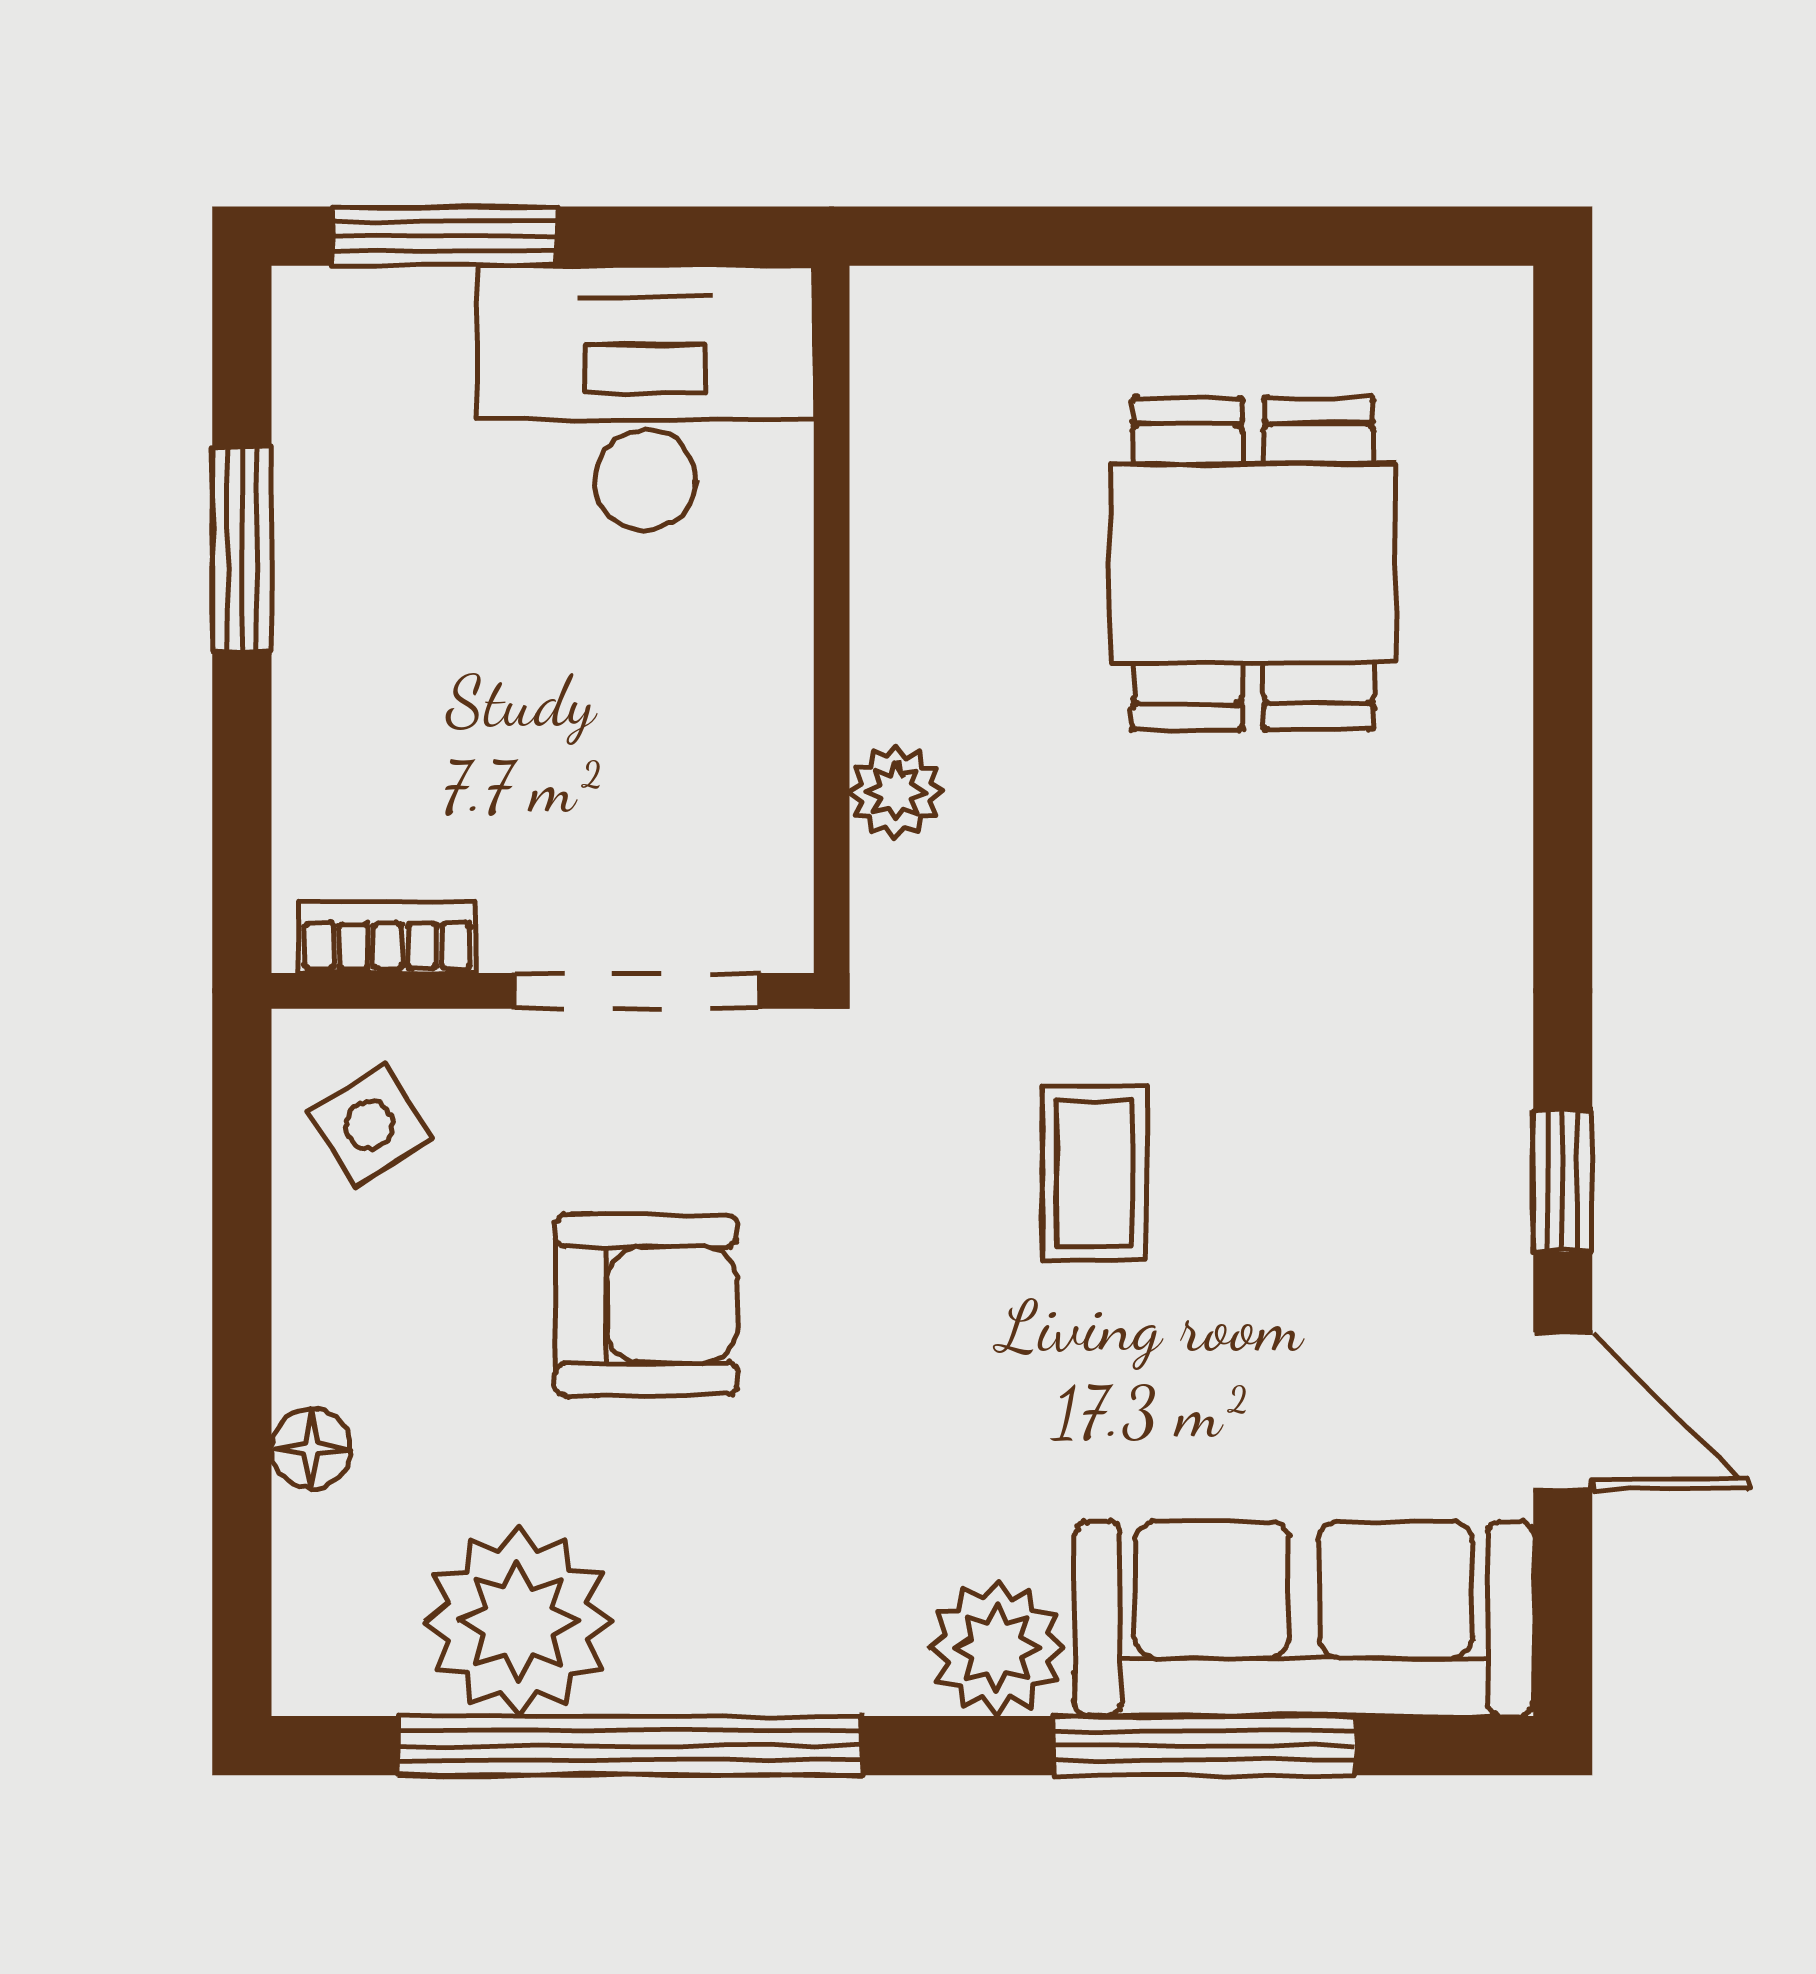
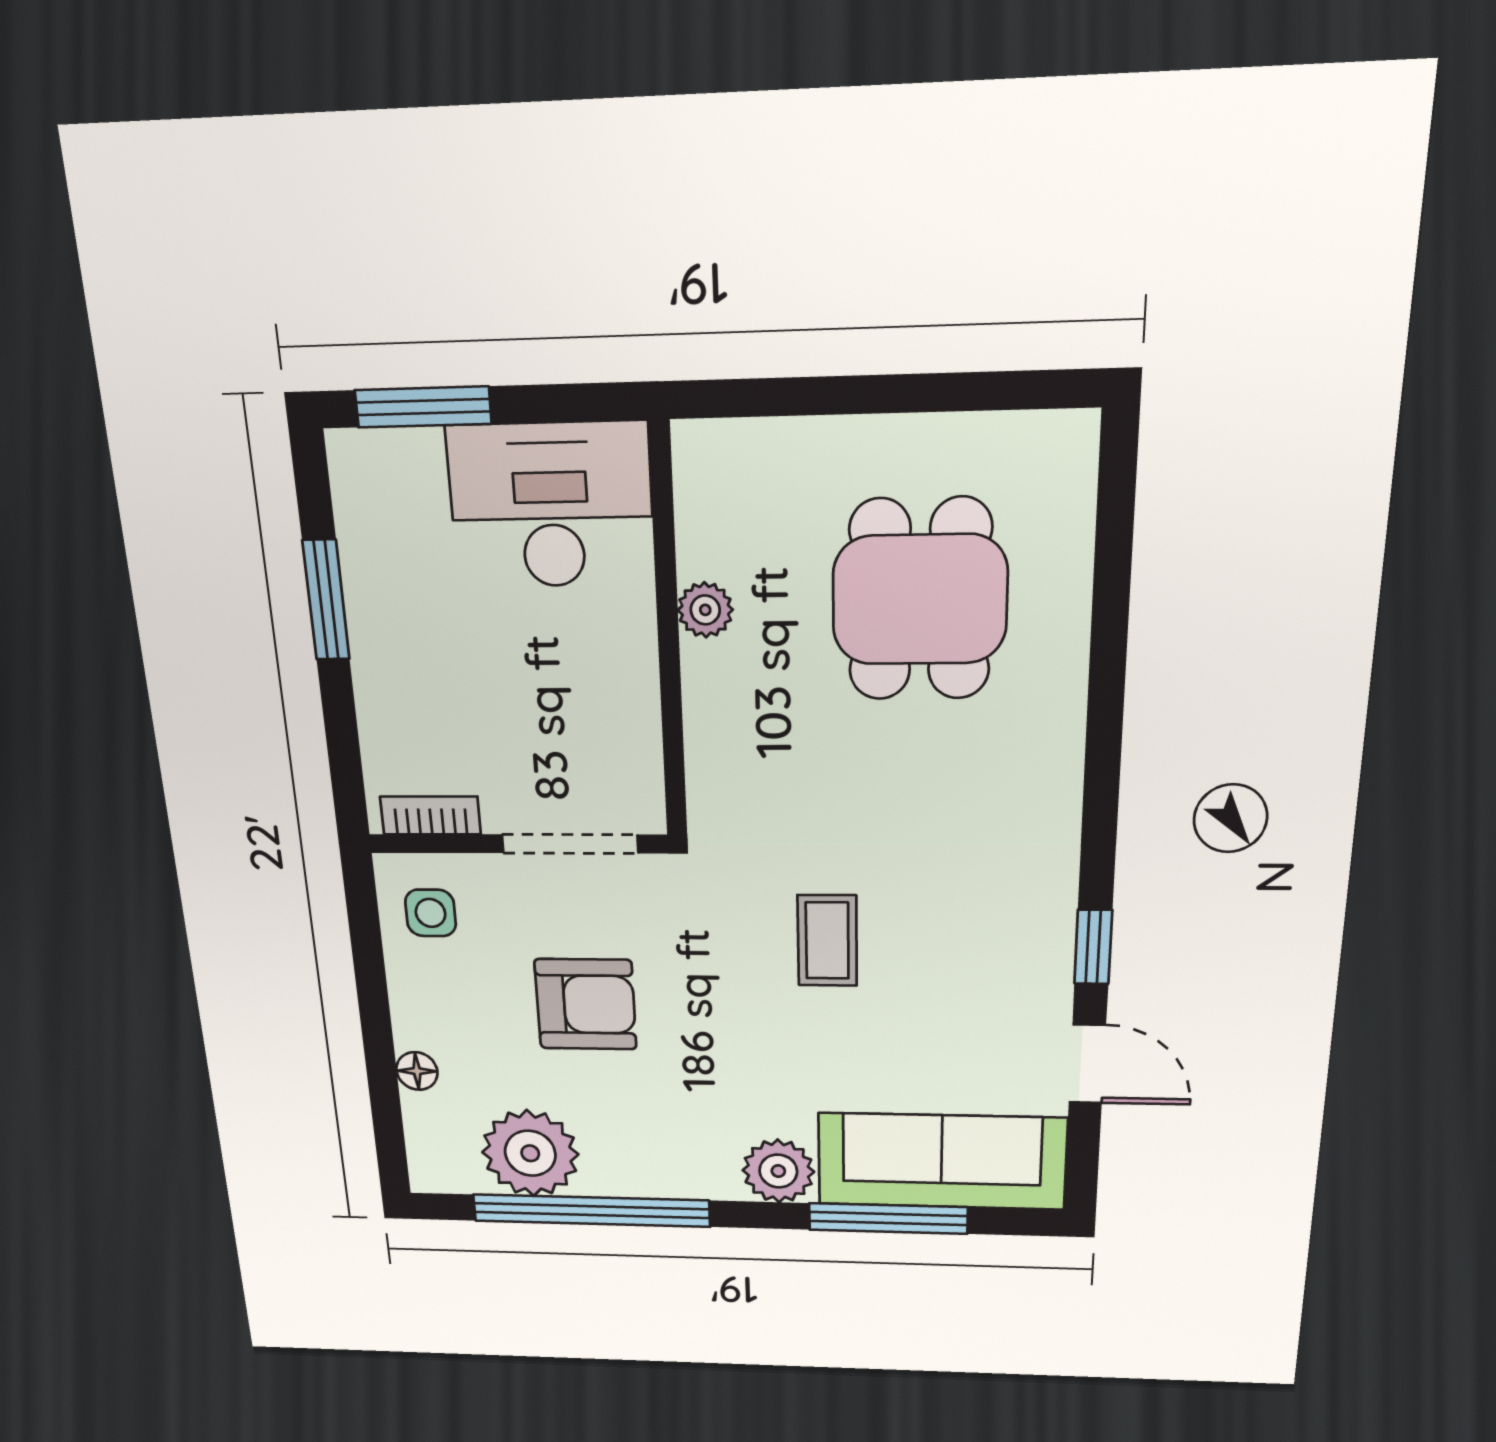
plant: (896, 792) -> (705, 610), moved
side table: (370, 1125) -> (431, 913), turned 33

